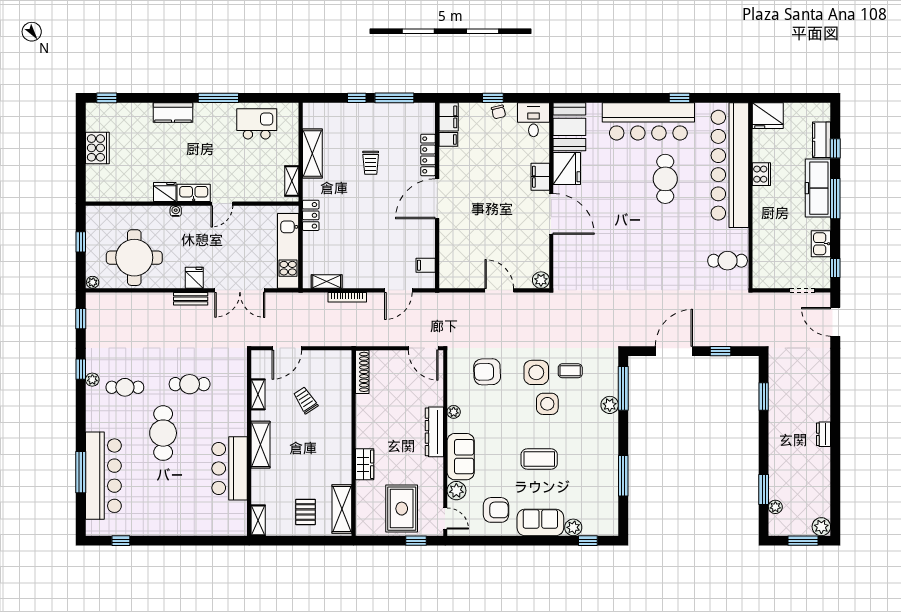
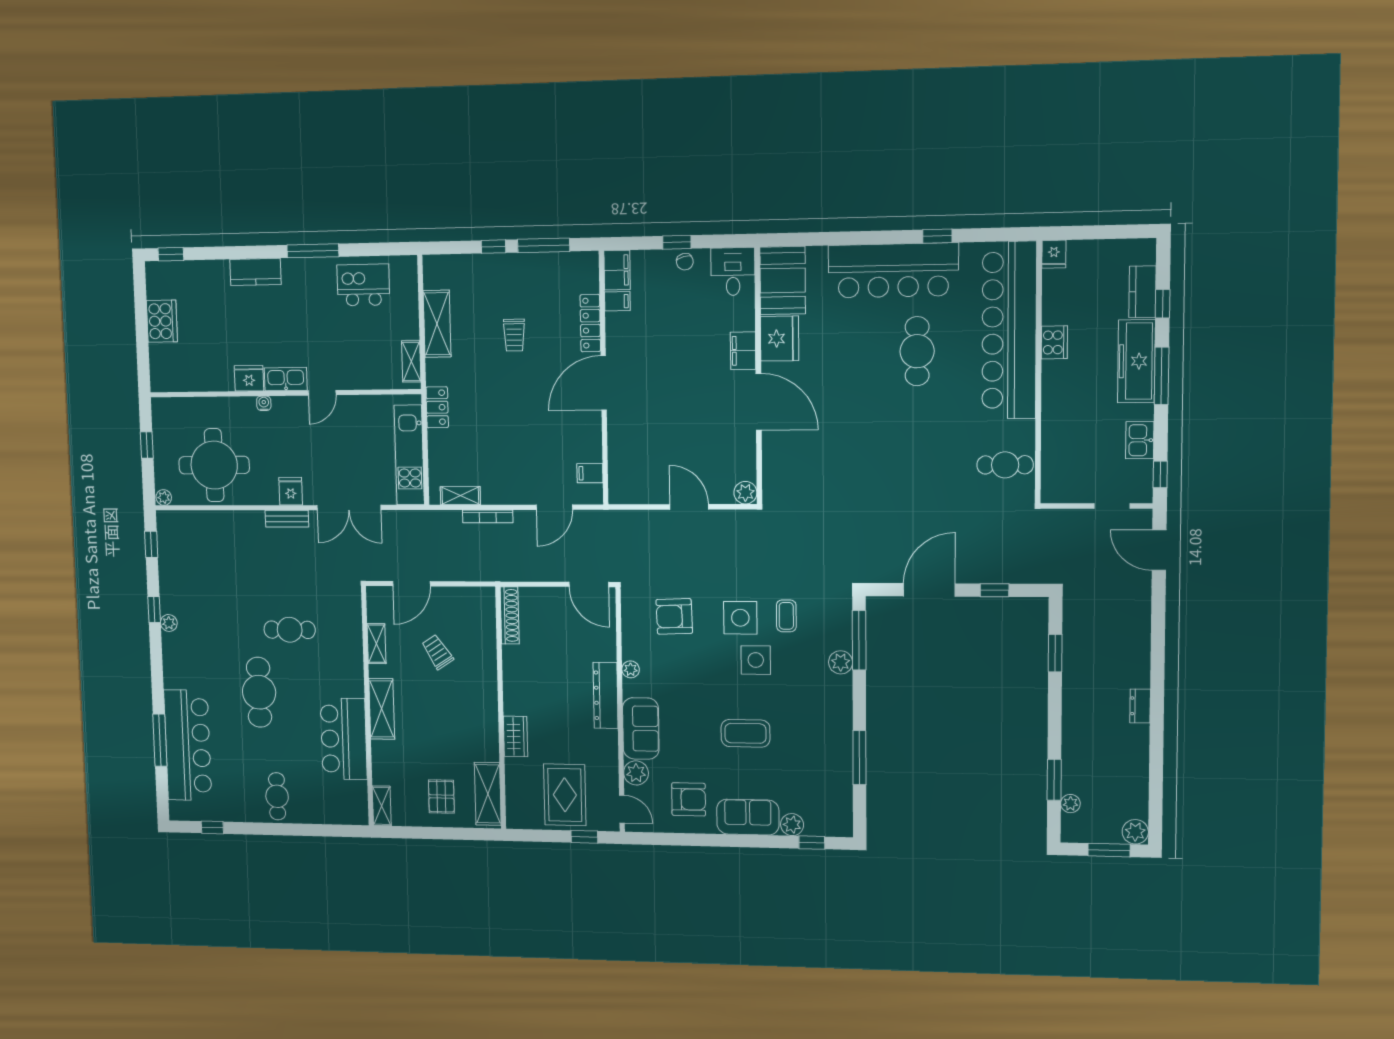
fridge: (768, 116) -> (1054, 254), width x0.53, depth x0.75
coffee table: (570, 371) -> (786, 616), turned 90
cafe table: (125, 387) -> (277, 796), moved, turned 90

